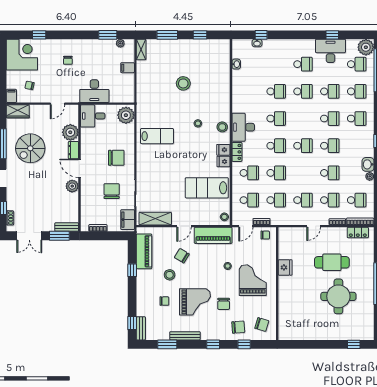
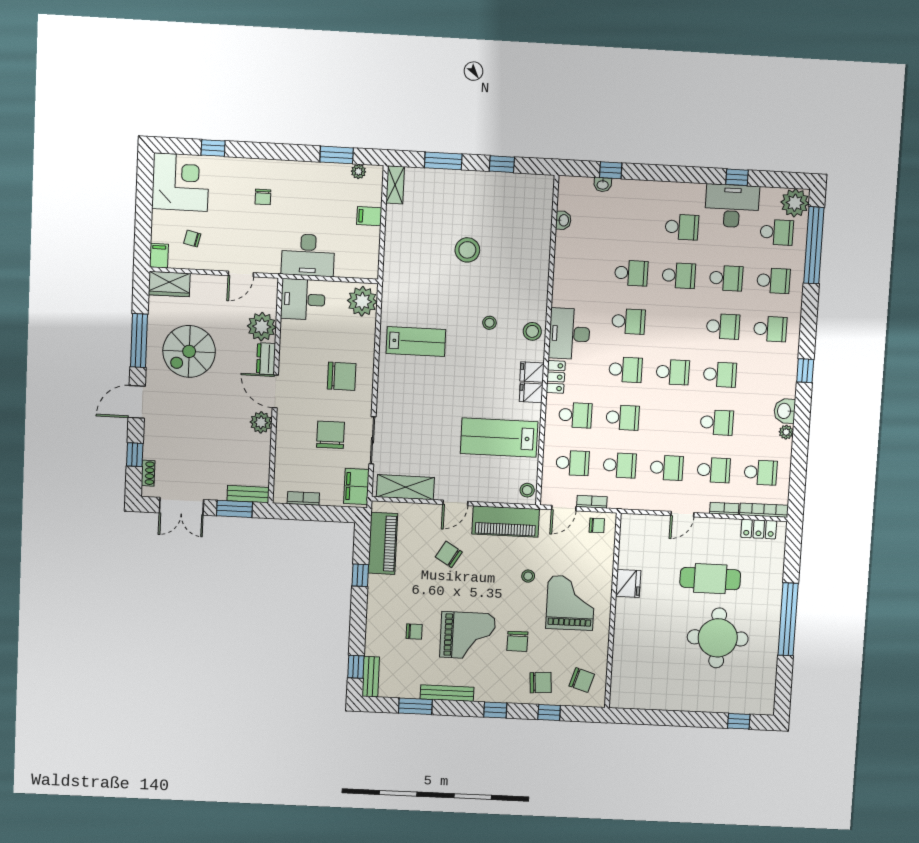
stool: (170, 275) -> (426, 587), removed

